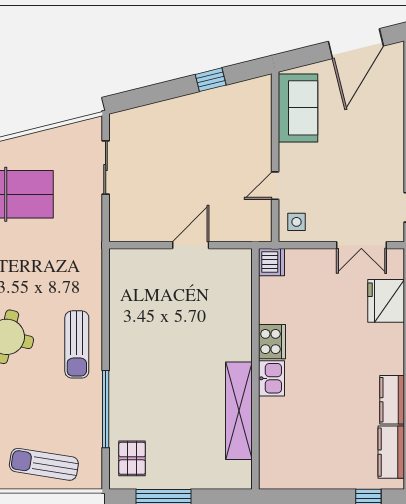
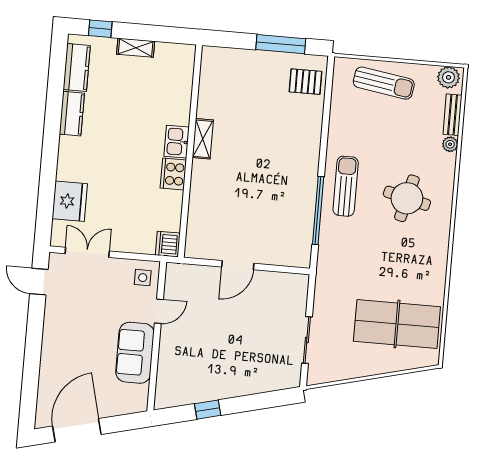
sofa: (298, 108) -> (135, 353), moved
window: (106, 409) -> (318, 210), moved
shelving: (239, 411) -> (203, 139), width x0.45, depth x0.75
pallet: (132, 458) -> (306, 82), turned 90
shelving: (327, 480) -> (136, 48), added

